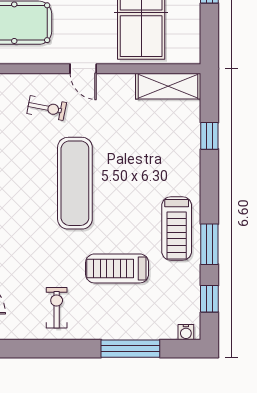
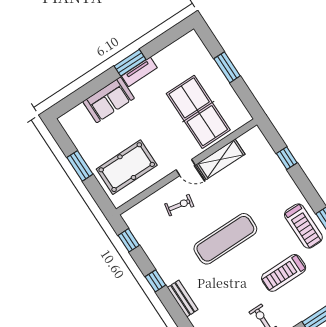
shelving: (168, 86) -> (221, 159), moved
exercise mat: (75, 183) -> (225, 239), turned 90

